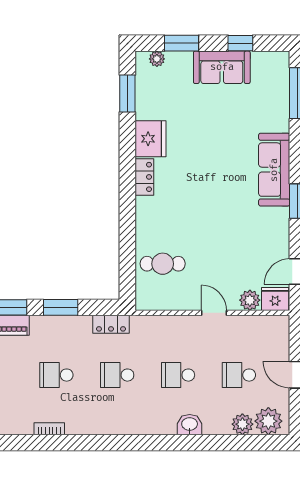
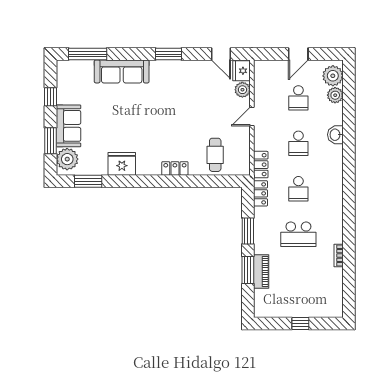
plant: (157, 59) -> (67, 159), width x1.87, depth x1.87
sofa: (222, 67) -> (68, 126), moved
sofa: (274, 170) -> (122, 71), moved
locker: (144, 177) -> (175, 168), moved
locker: (150, 325) -> (261, 165), added
school desk: (56, 375) -> (298, 234), width x1.85
bookcase: (49, 429) -> (339, 256), moved

